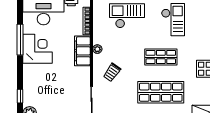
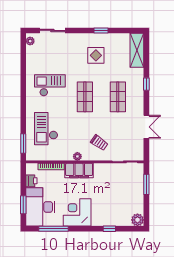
window: (20, 40) -> (53, 229), moved
shop shelf: (161, 92) -> (118, 97), width x0.70, depth x0.74
window: (20, 96) -> (109, 229), moved

